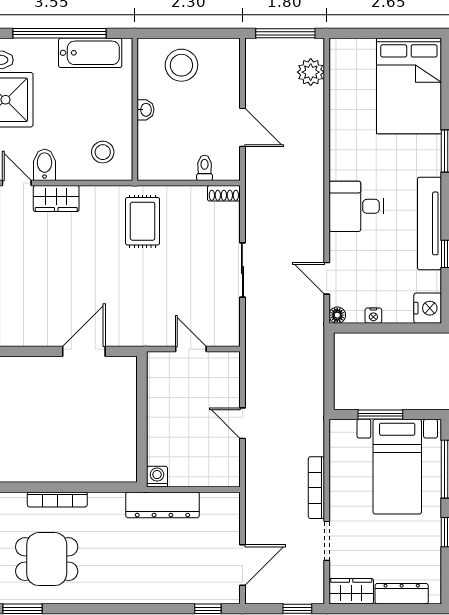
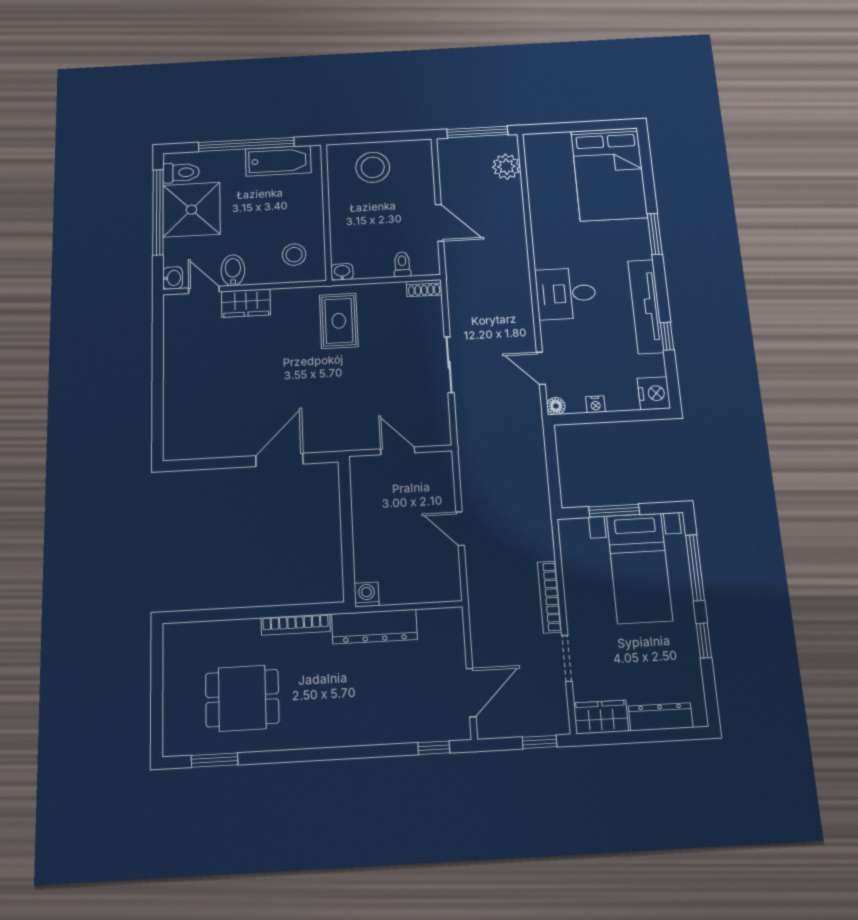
washbasin: (146, 110) -> (342, 272), moved, turned -90
bookcase: (57, 499) -> (296, 625), moved

